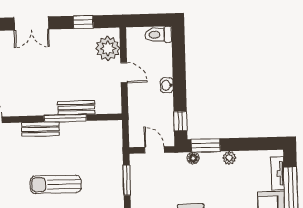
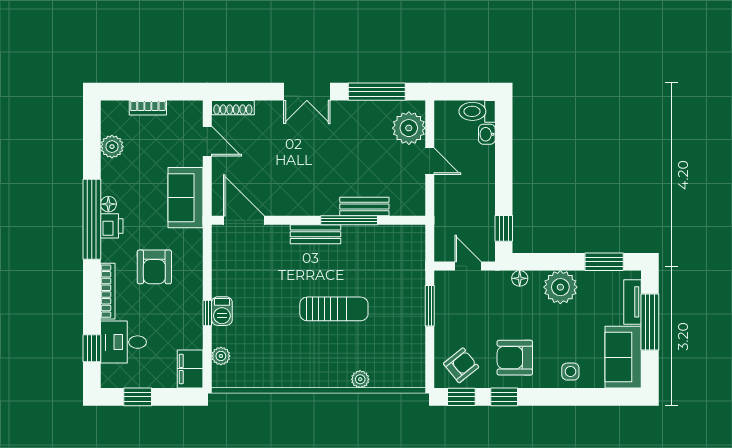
window: (83, 22) -> (377, 92), width x2.17
washbasin: (167, 85) -> (487, 134), moved
window: (206, 145) -> (604, 262), moved
plant: (229, 158) -> (560, 287), width x1.88, depth x1.88
sun lounger: (56, 184) -> (334, 309), turned 180

